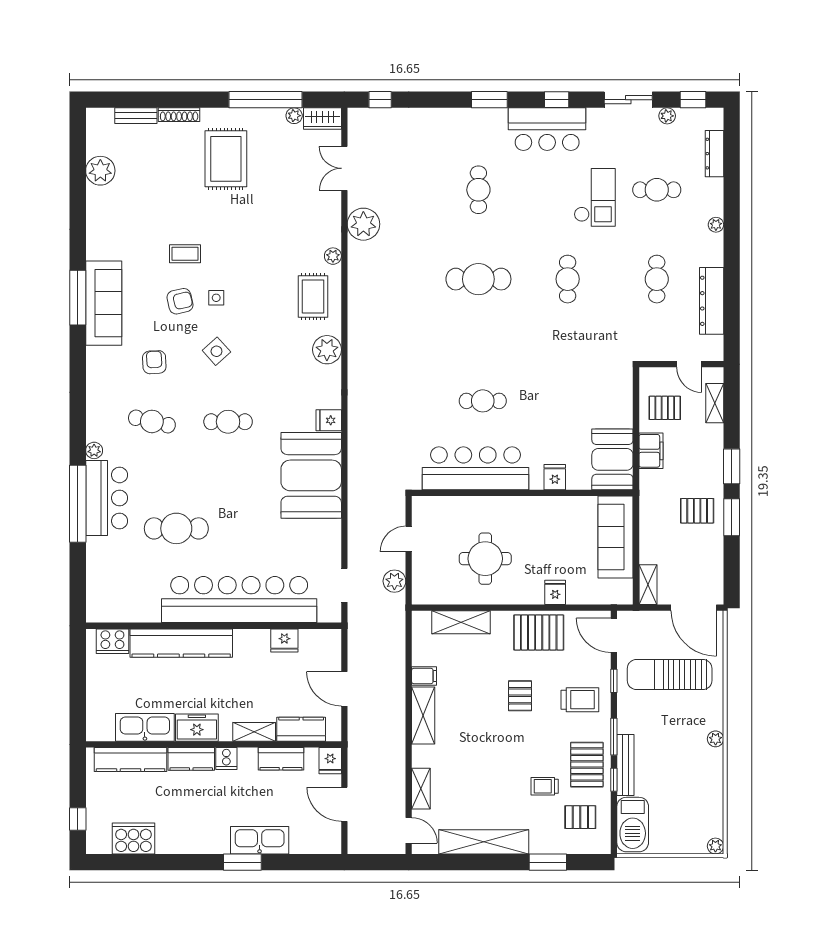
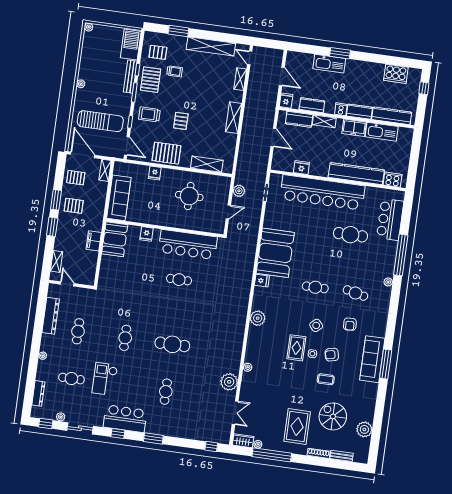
spiral stairs: (162, 187) -> (333, 416), added
rug: (313, 296) -> (296, 348), moved
pallet: (665, 408) -> (76, 178), moved
bar counter: (107, 498) -> (390, 219), moved
filing cabinet: (424, 676) -> (230, 138), removed

